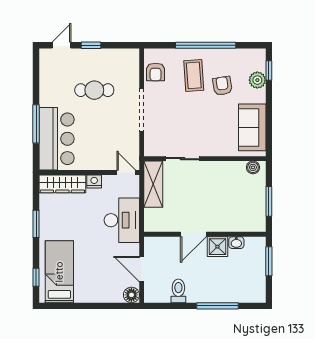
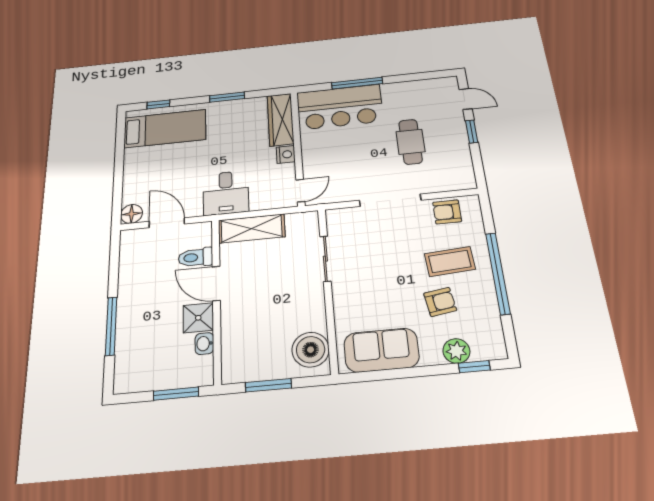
boiler: (253, 167) -> (311, 350), width x1.86, depth x1.86
shelving: (153, 184) -> (252, 229), moved
desk: (122, 220) -> (226, 193), width x0.73
door: (142, 269) -> (167, 223), hinge flipped
toilet: (178, 291) -> (195, 257), moved, turned 180

